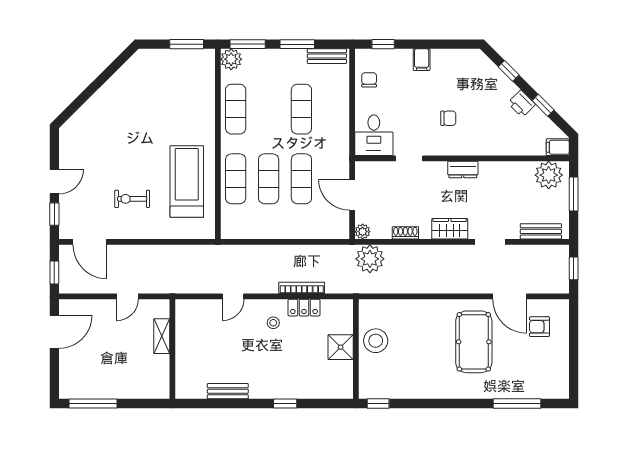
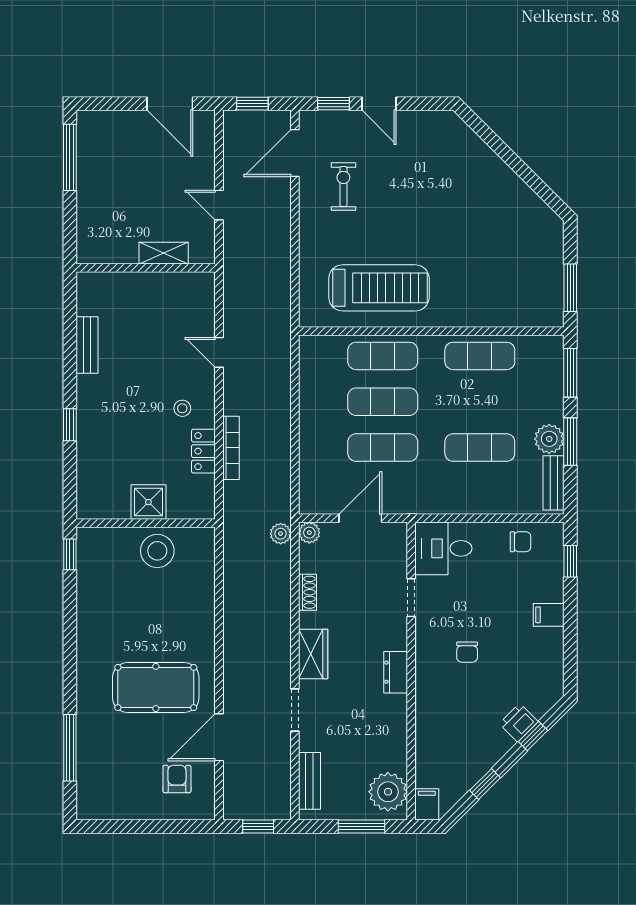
plant: (231, 59) -> (549, 439), moved
printer: (522, 104) -> (519, 723), moved
exercise bike: (132, 199) -> (343, 187), moved
plant: (370, 259) -> (281, 534), width x0.53, depth x0.53

